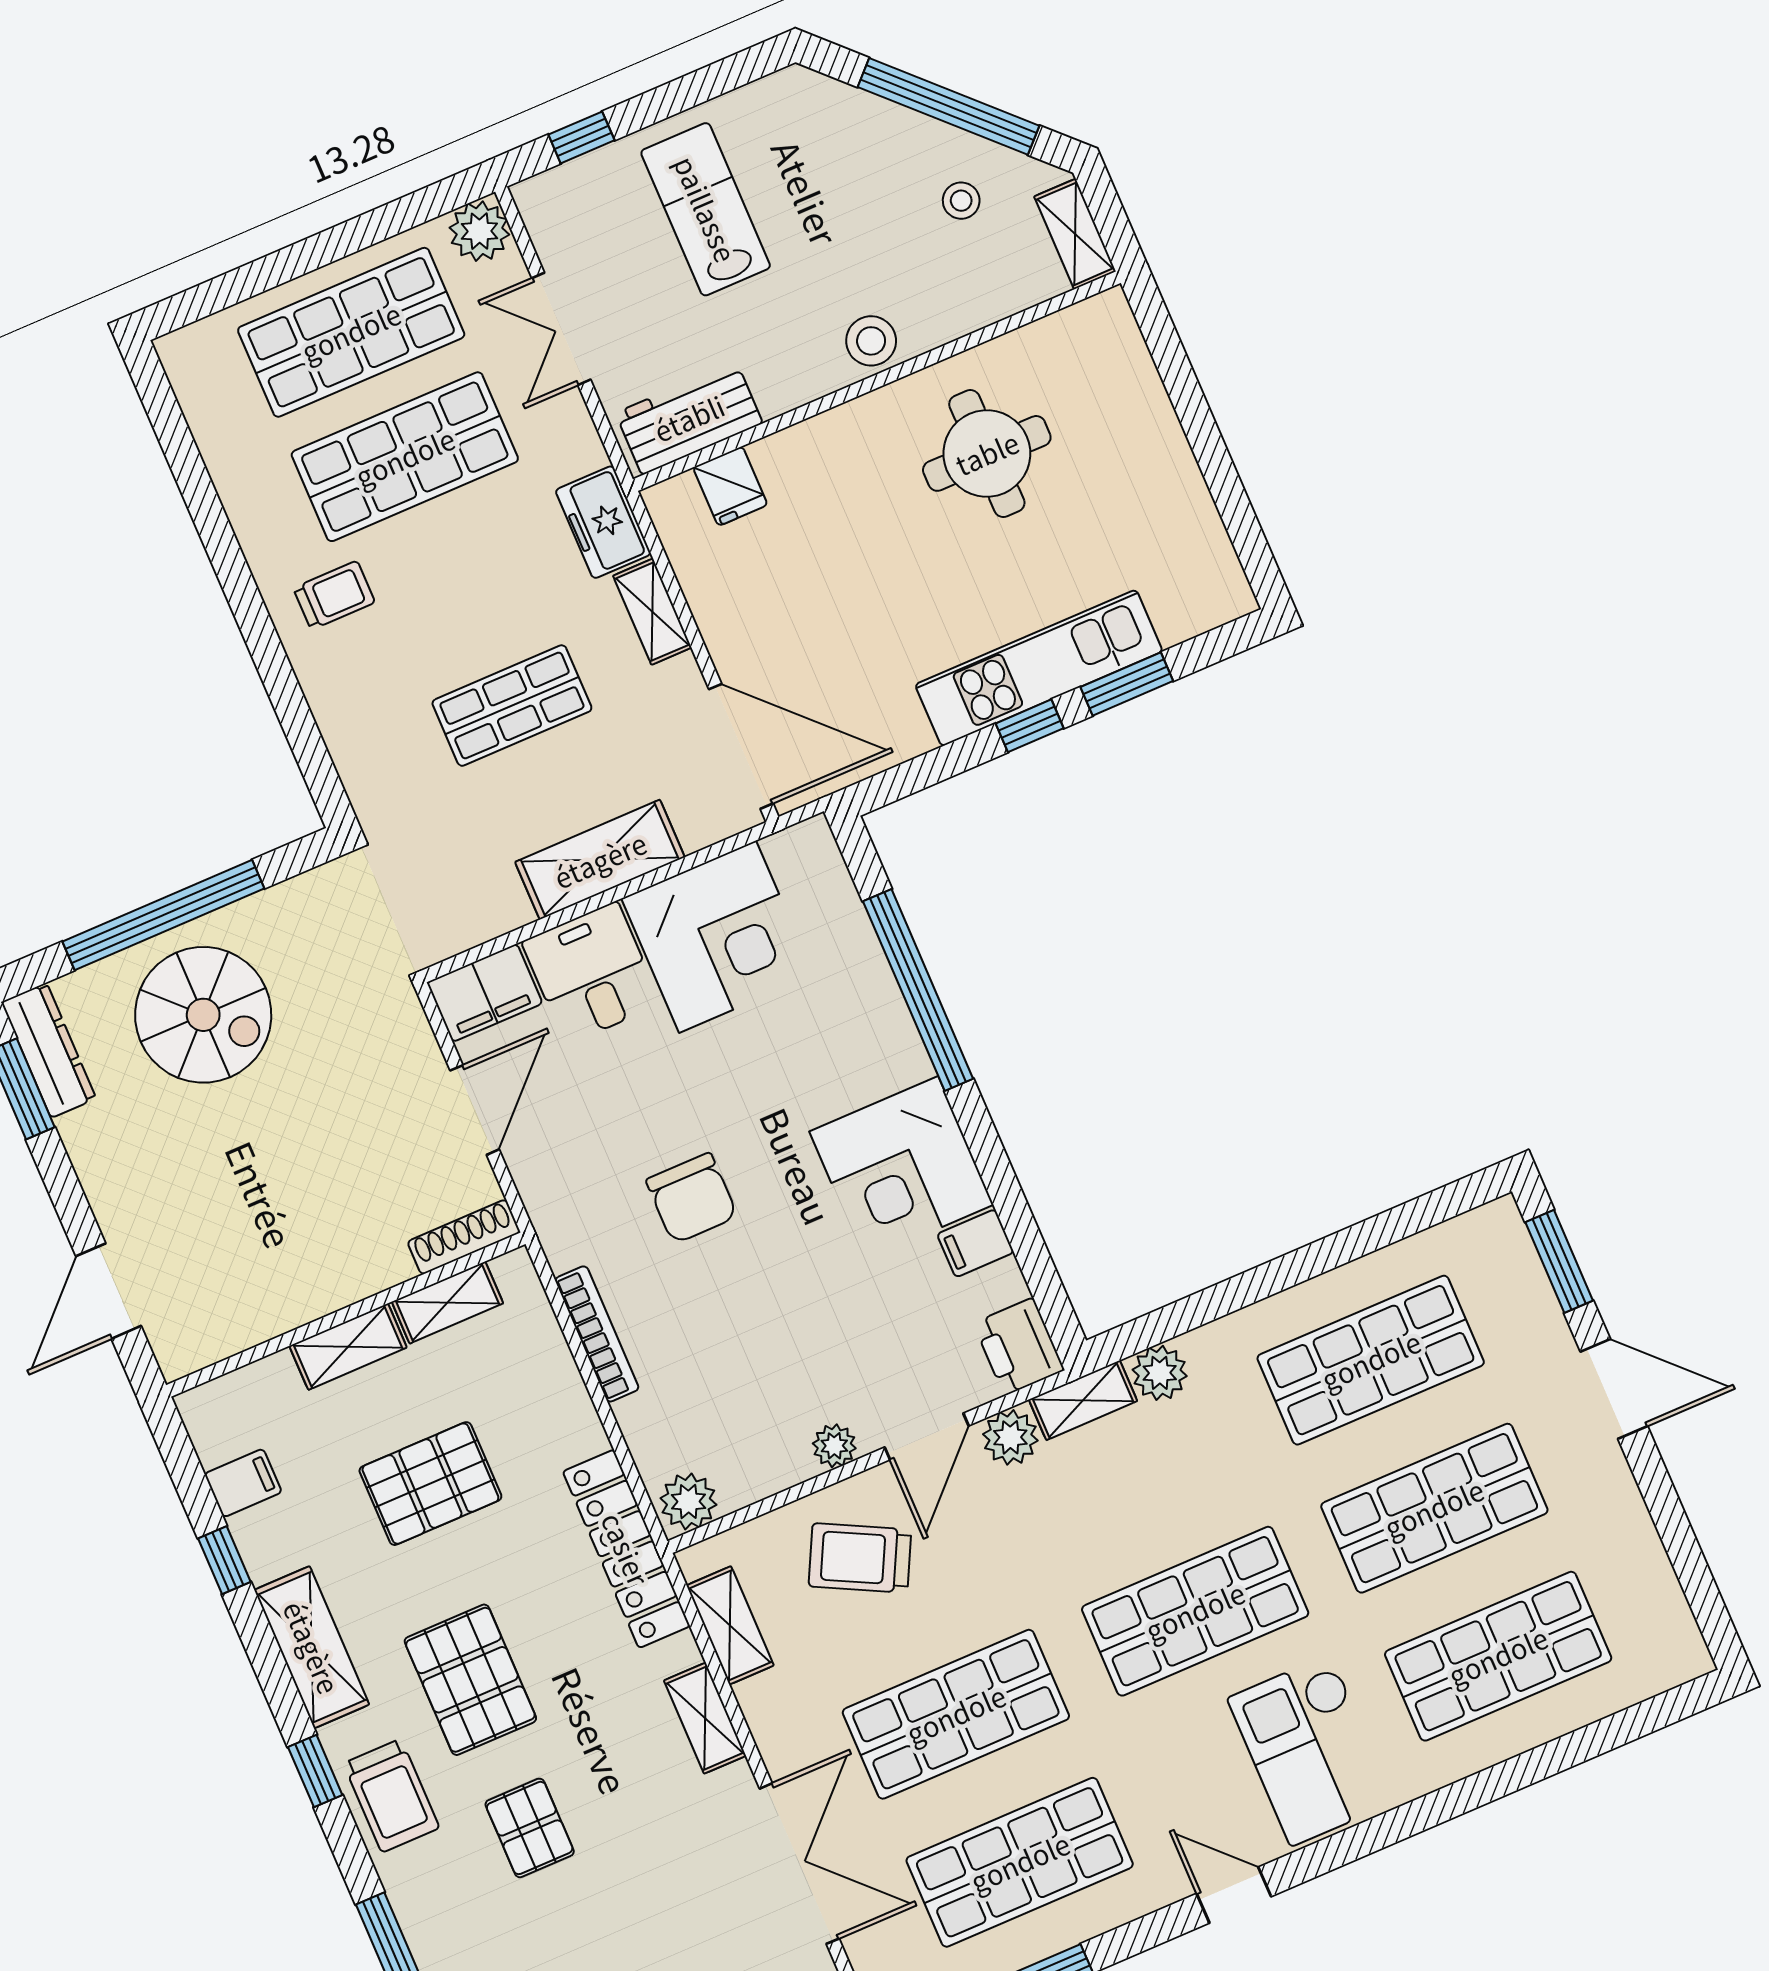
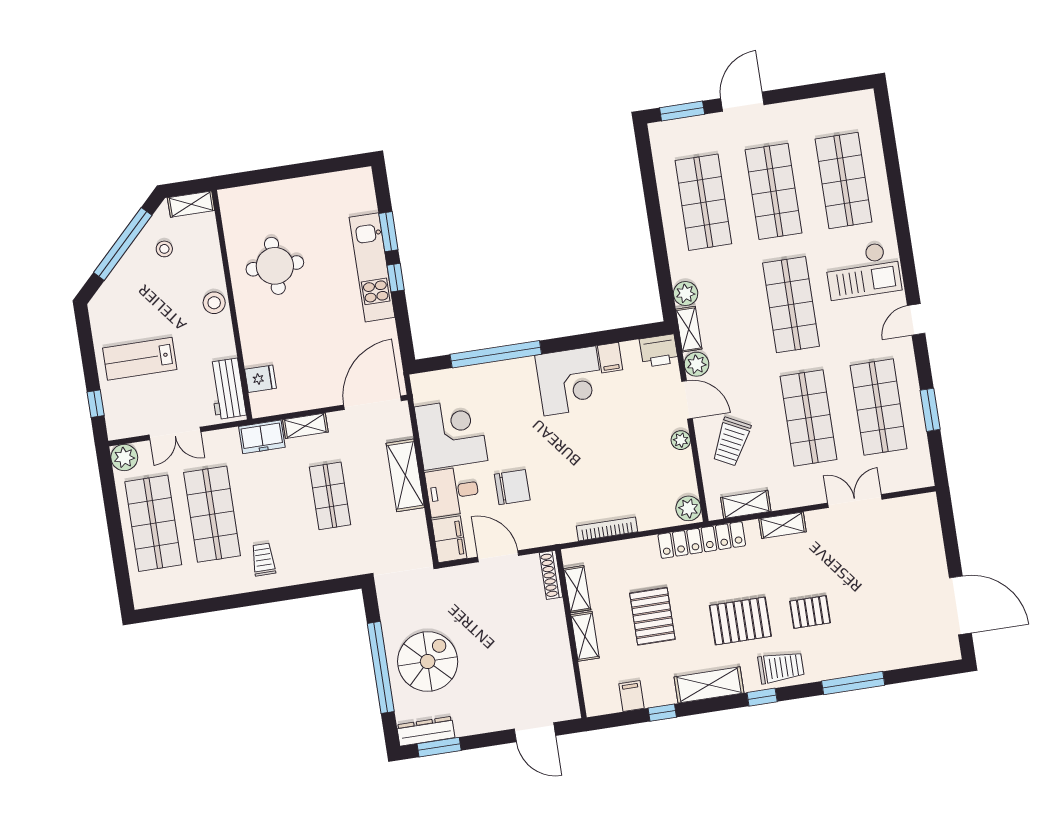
chair: (692, 1198) -> (512, 487), moved
double door: (799, 1864) -> (855, 501), width x0.73

